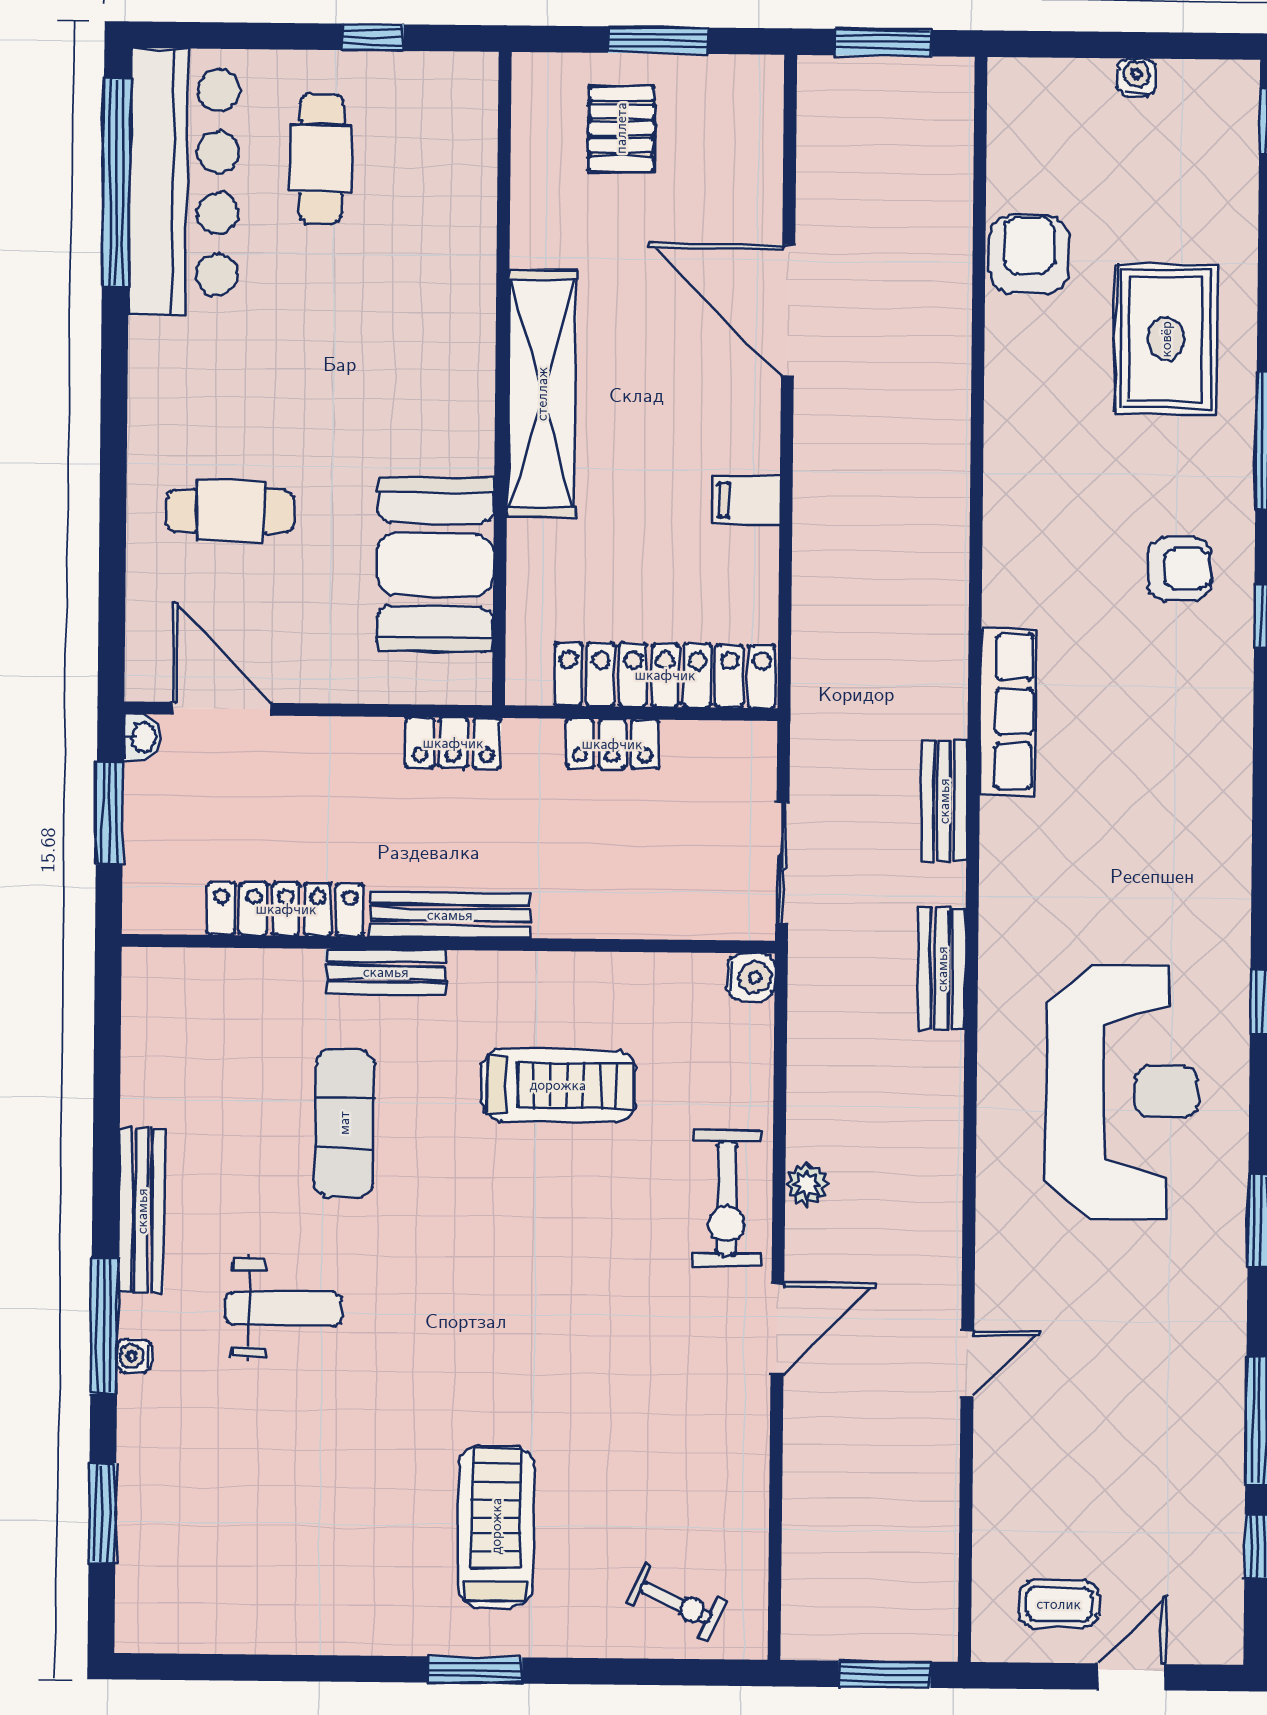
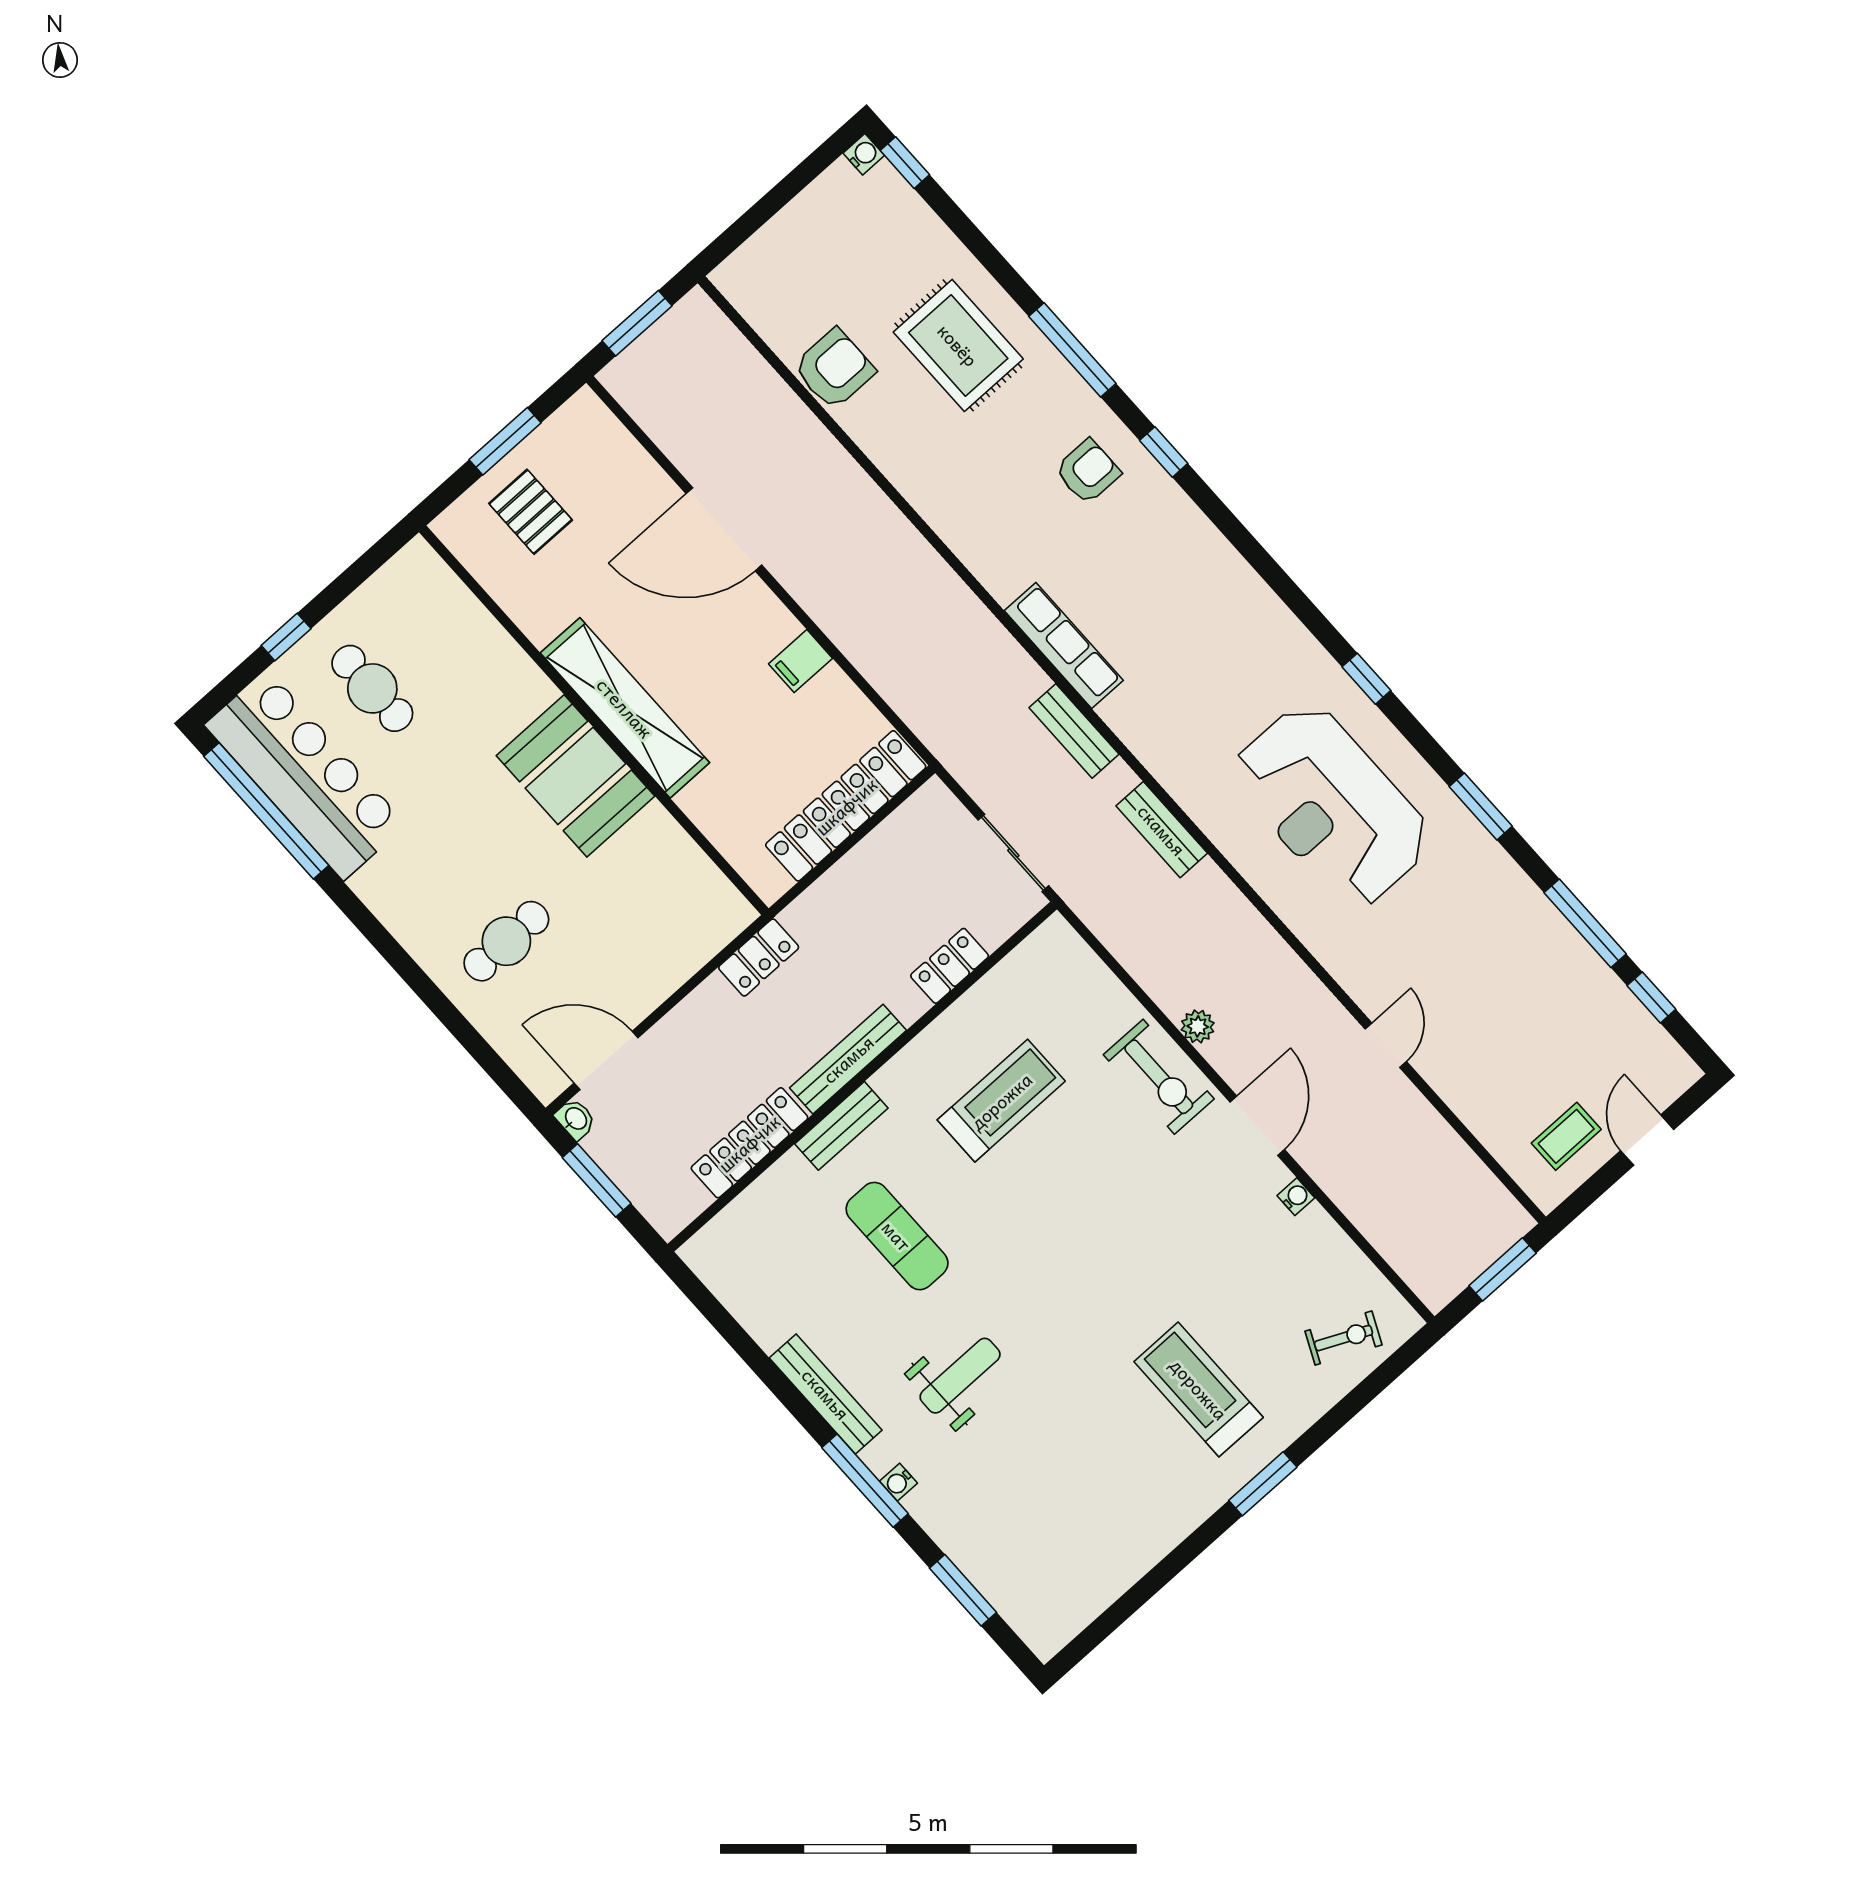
window: (373, 37) -> (286, 637), moved
water cooler: (1137, 77) -> (864, 154), moved, turned 90
armchair: (1029, 255) -> (834, 369), turned 90
booth: (435, 565) -> (575, 776), moved
locker: (612, 744) -> (950, 966), moved, turned 180
water cooler: (751, 977) -> (1296, 1197), moved, width x0.72, depth x0.72
reception desk: (1122, 1092) -> (1332, 806), turned 180

